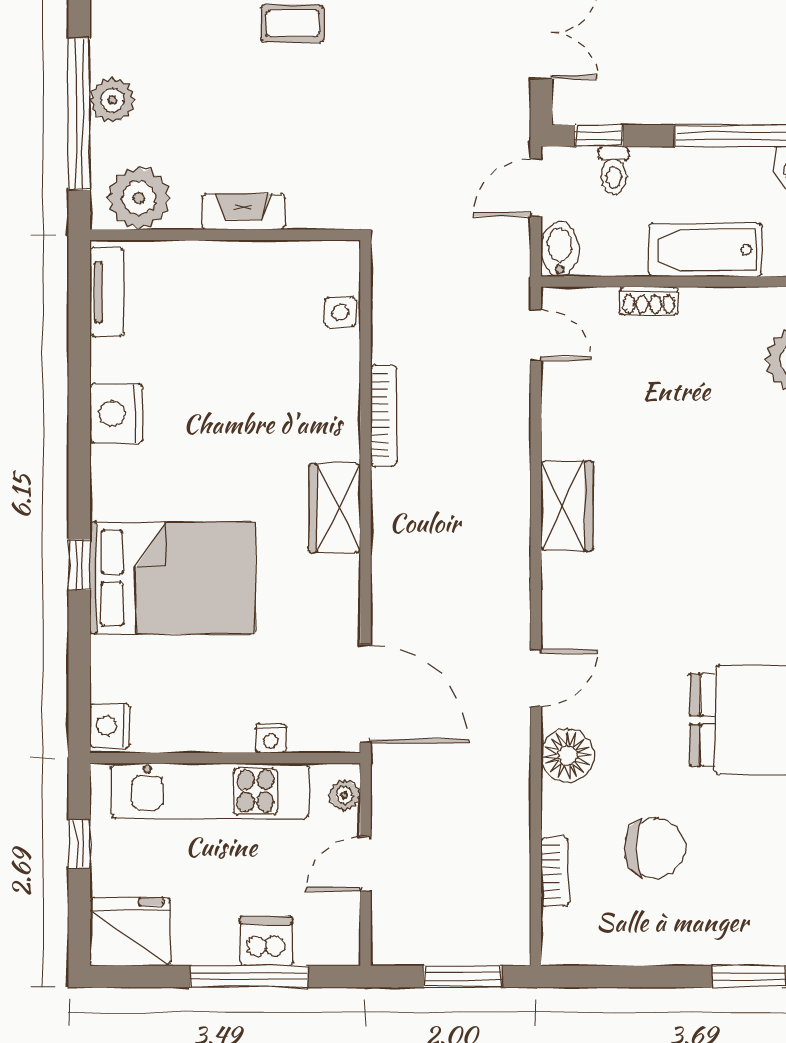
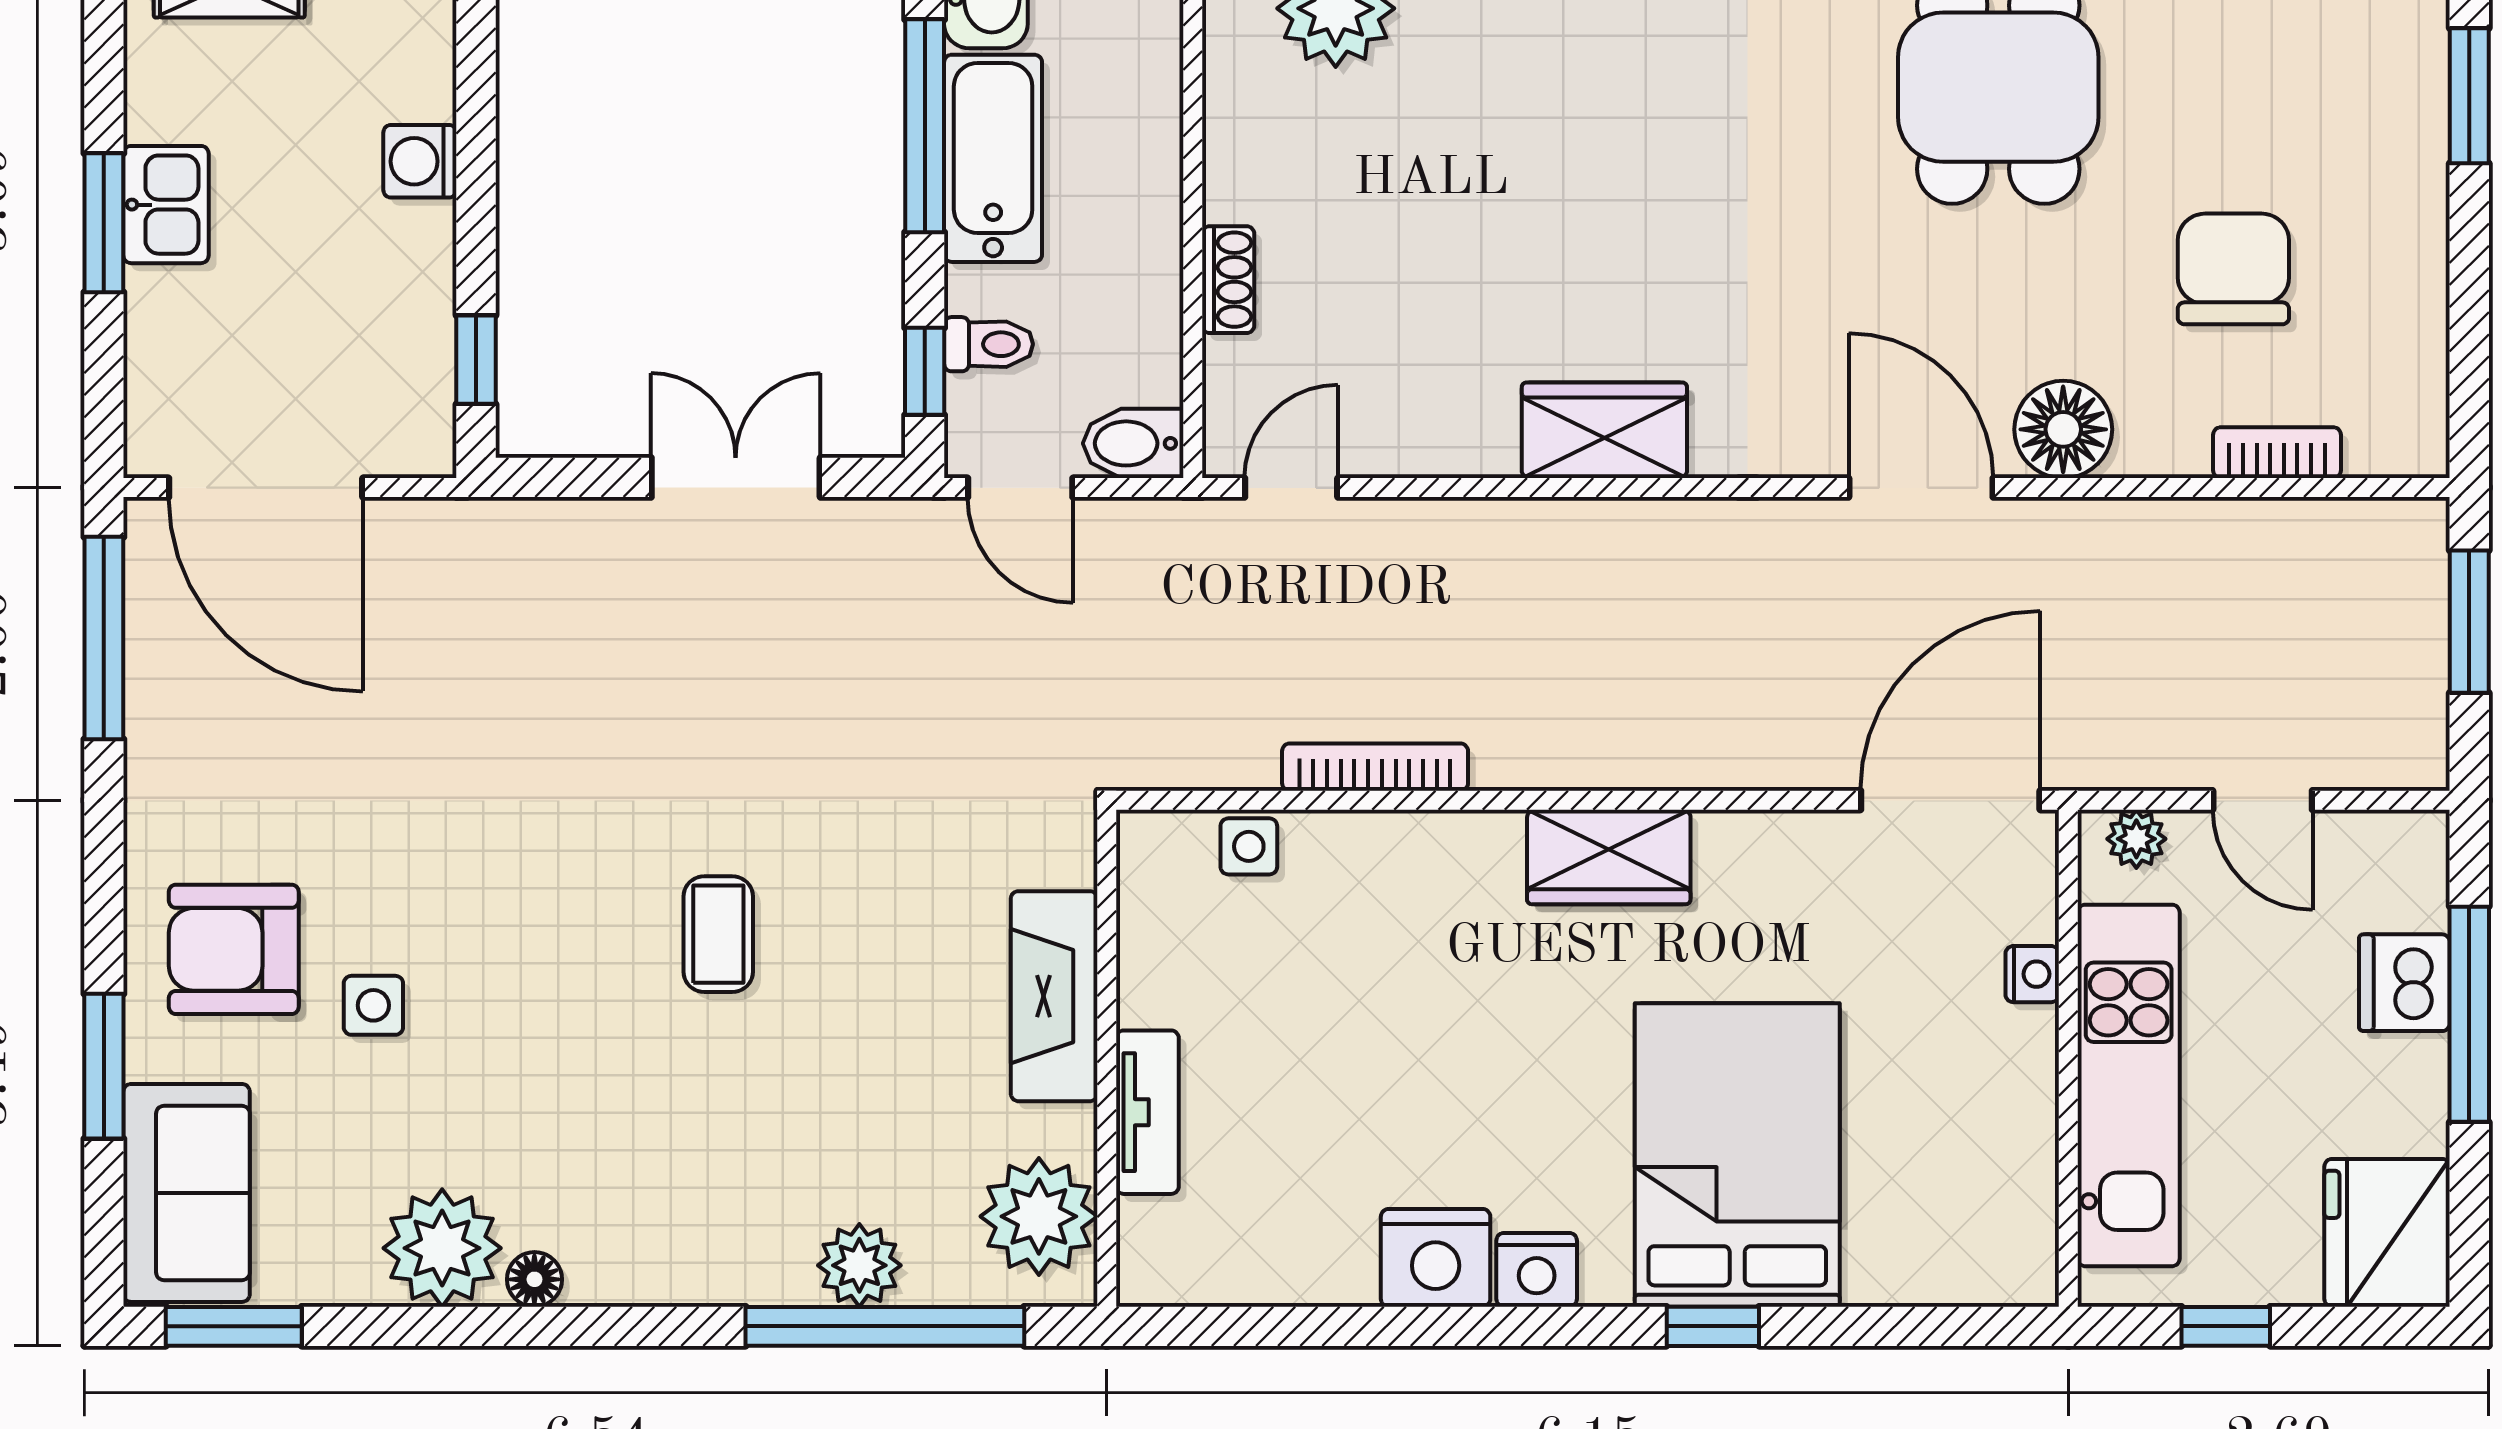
fireplace: (243, 212) -> (1054, 996), width x1.37, depth x1.32
bathtub: (705, 250) -> (993, 158), moved, turned 180
tv unit: (107, 292) -> (1147, 1112), moved, turned 90
bookcase: (384, 416) -> (1375, 767), moved
door: (536, 678) -> (1921, 488), width x1.38
nightstand: (110, 726) -> (1537, 1270), moved

